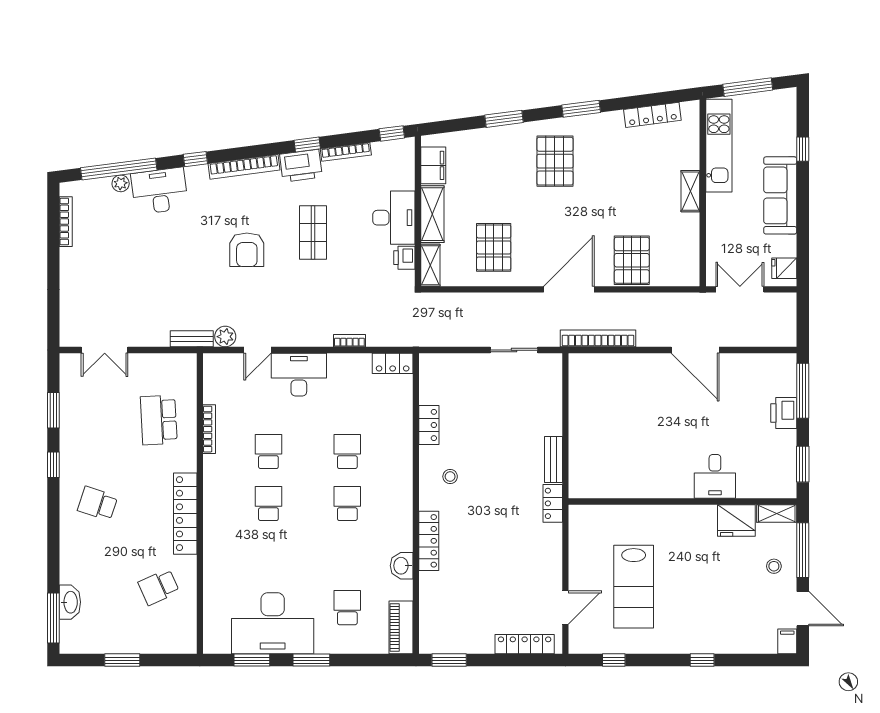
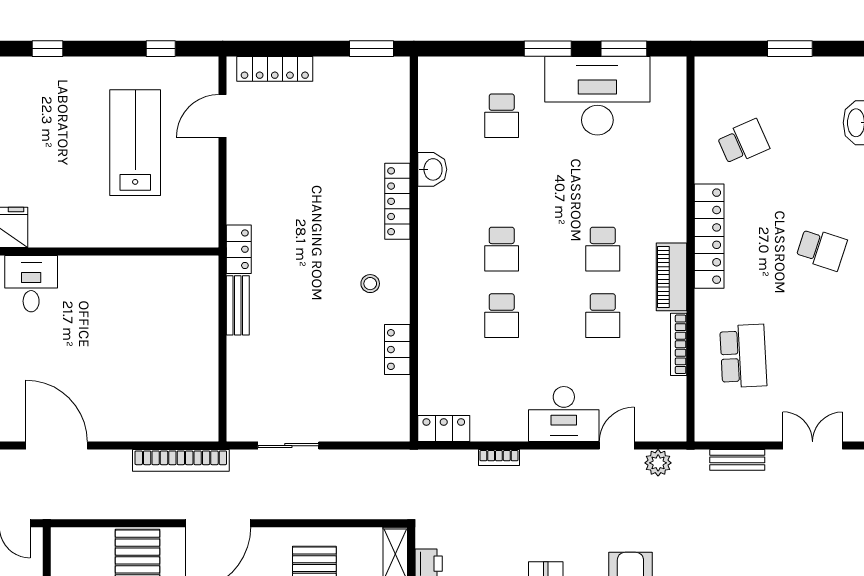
bench: (192, 339) -> (737, 460), moved
piano: (401, 627) -> (671, 277), moved, turned 180

